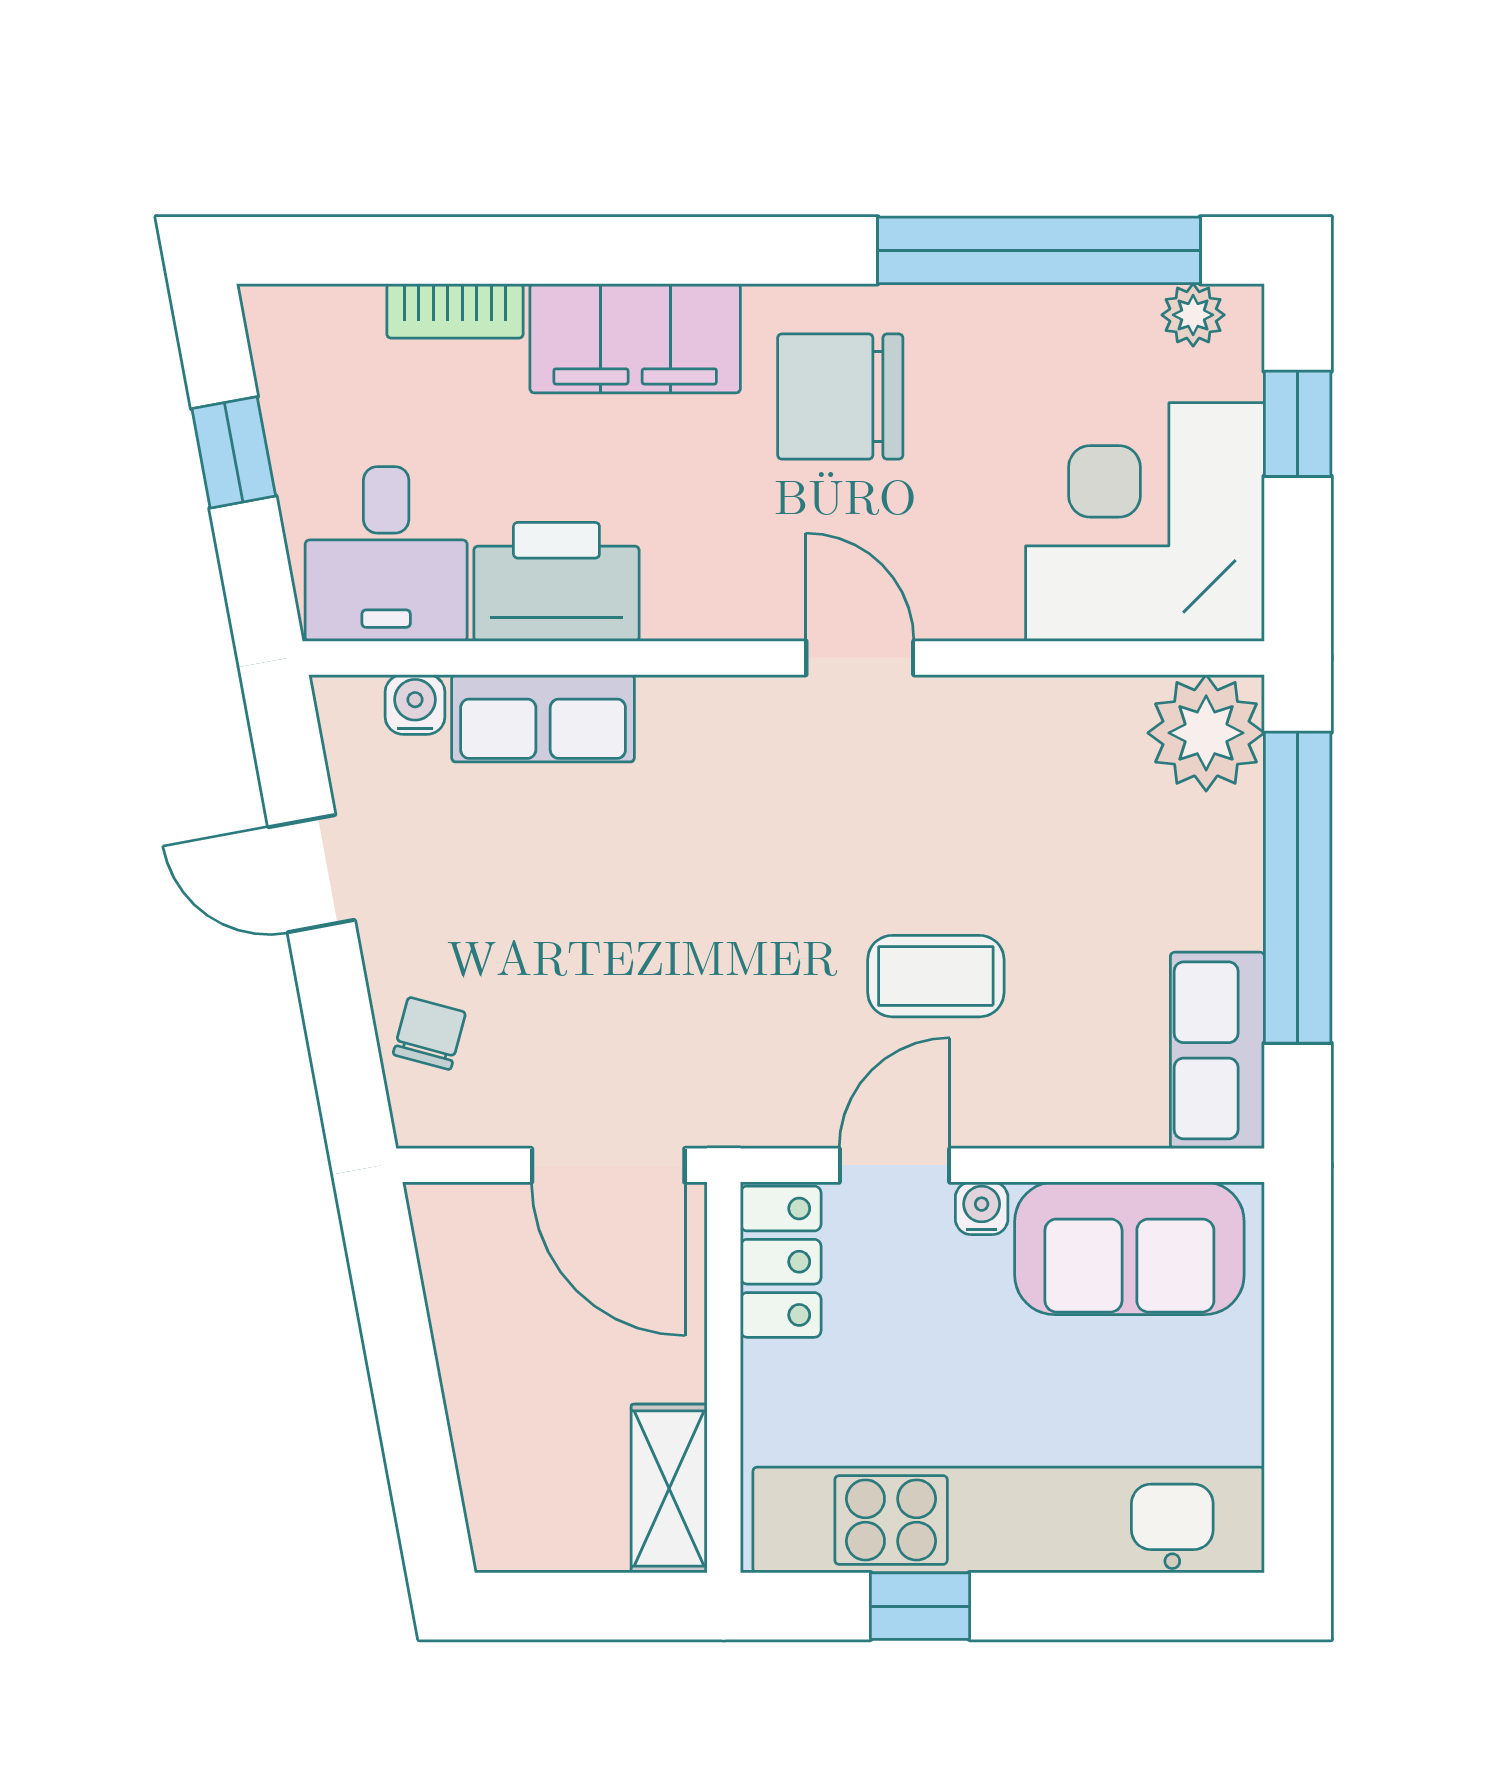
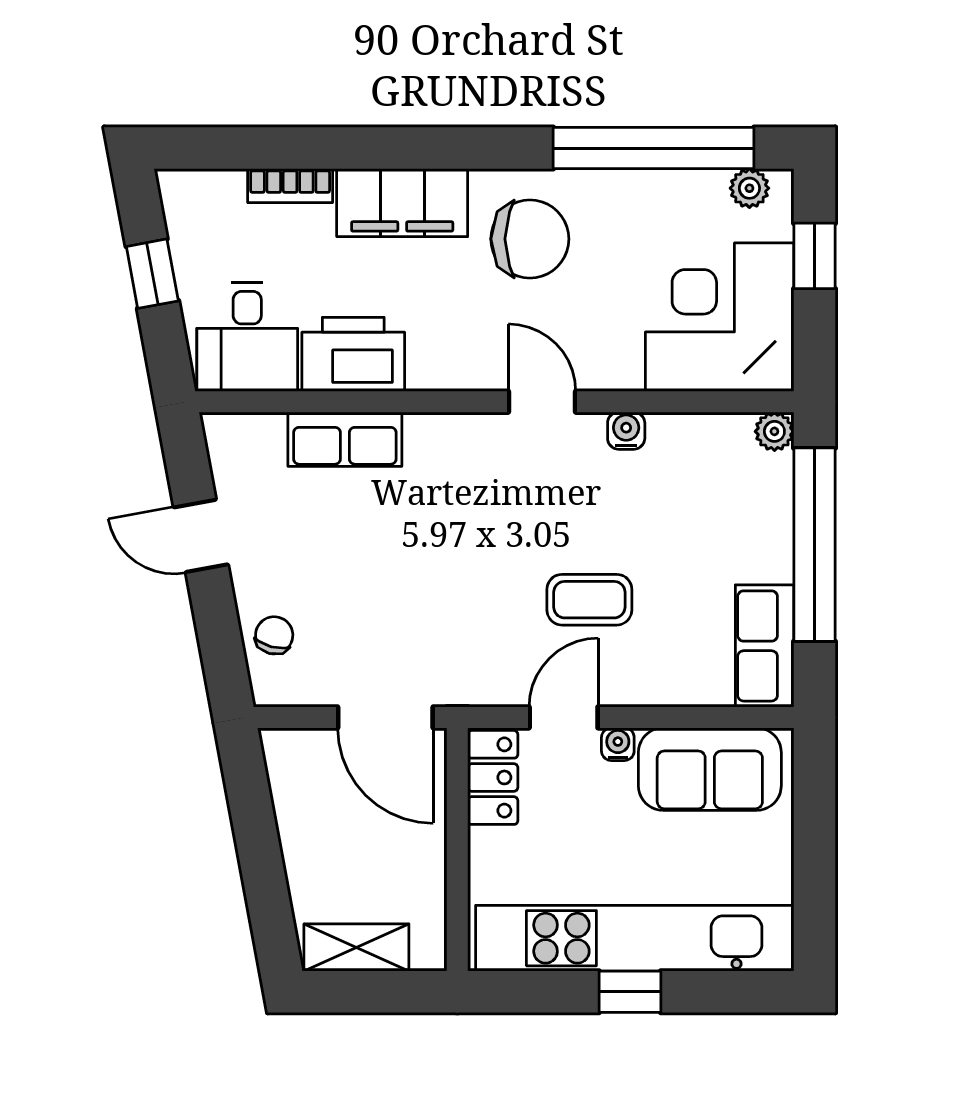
chair: (840, 397) -> (530, 239), turned 180
water cooler: (415, 704) -> (626, 431), moved
plant: (1206, 733) -> (774, 431), width x0.53, depth x0.53
shelving: (669, 1489) -> (356, 947), moved, turned 90
window: (920, 1606) -> (630, 992), moved

